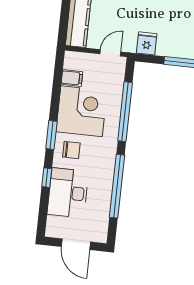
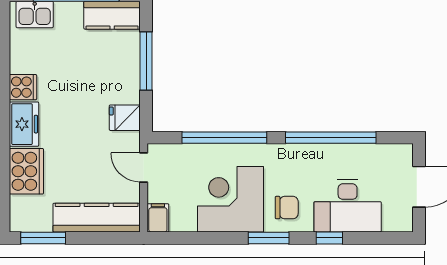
filing cabinet: (72, 78) -> (158, 218), moved
chair: (71, 150) -> (287, 208), turned 90

